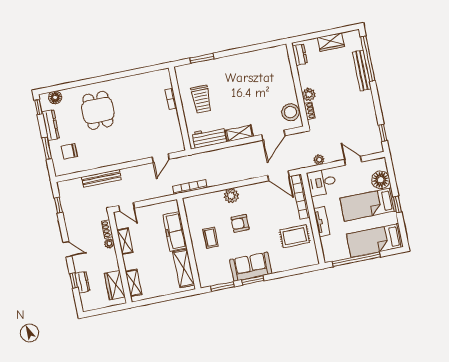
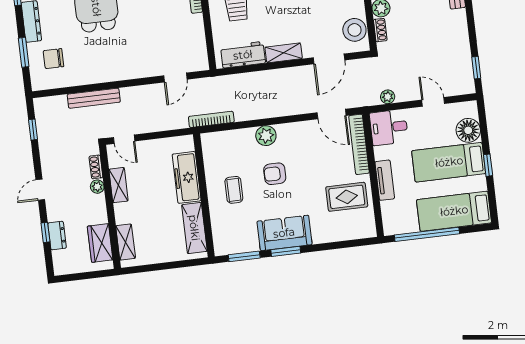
door: (67, 249) -> (40, 190), swing flipped

